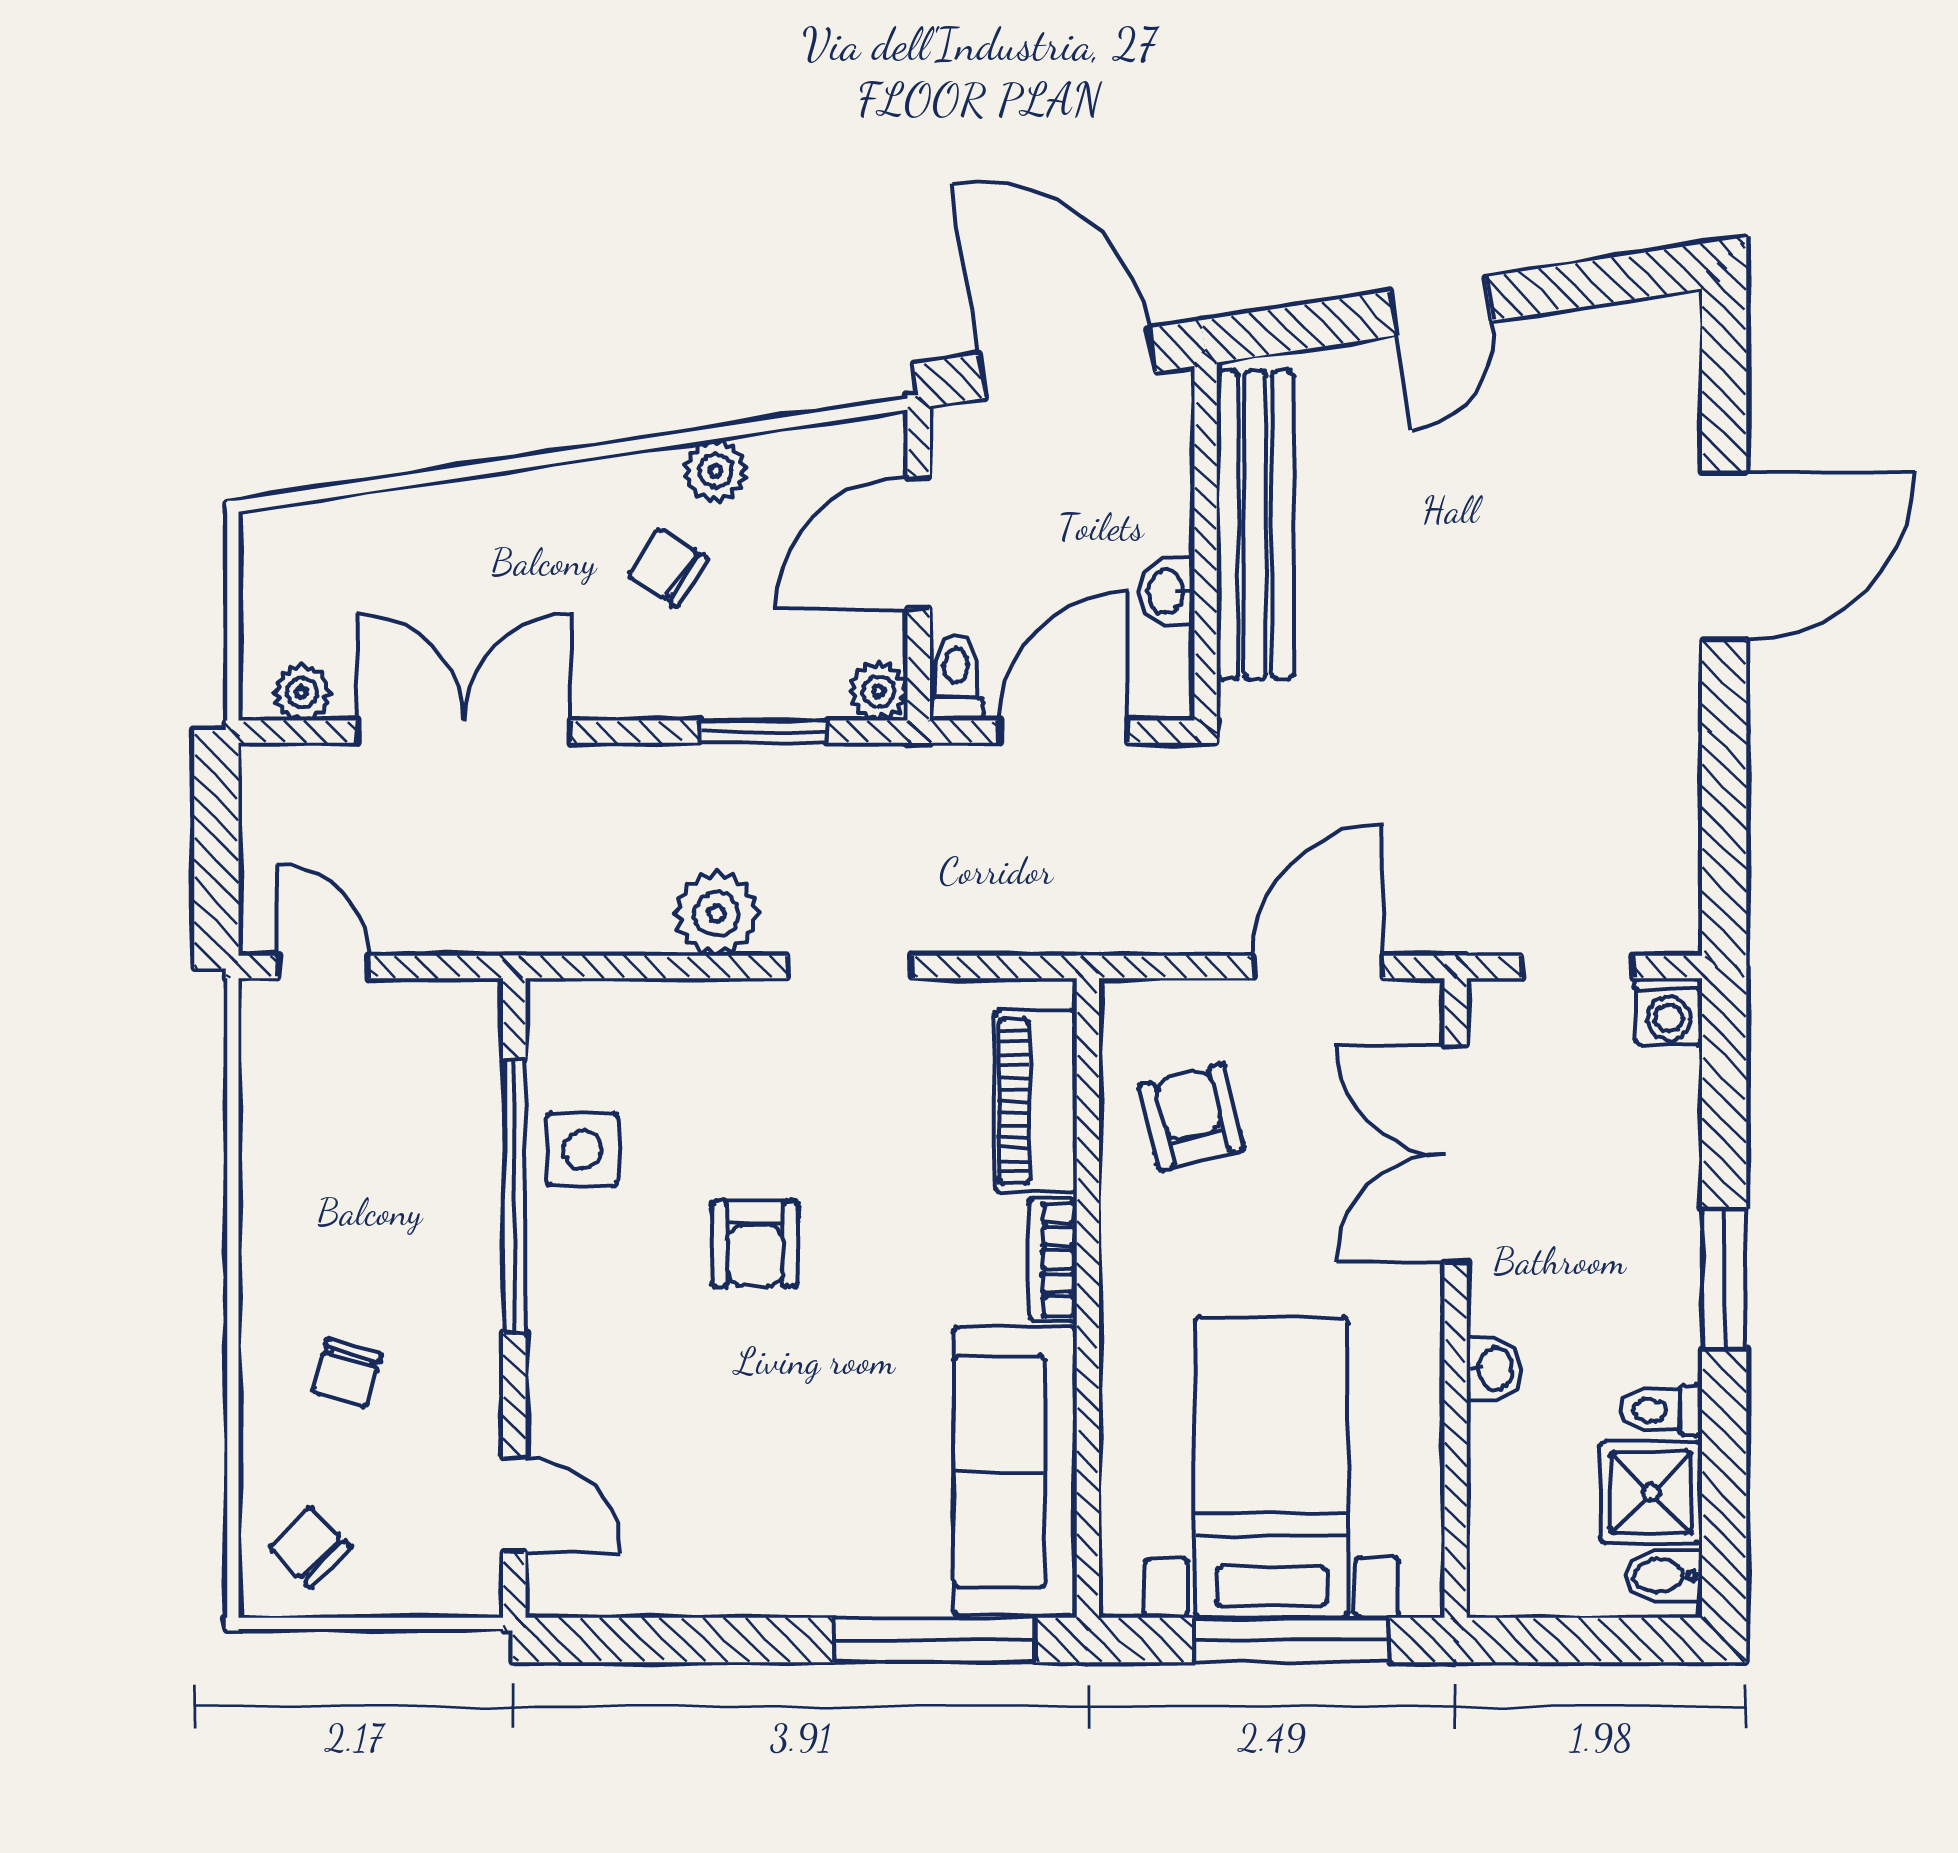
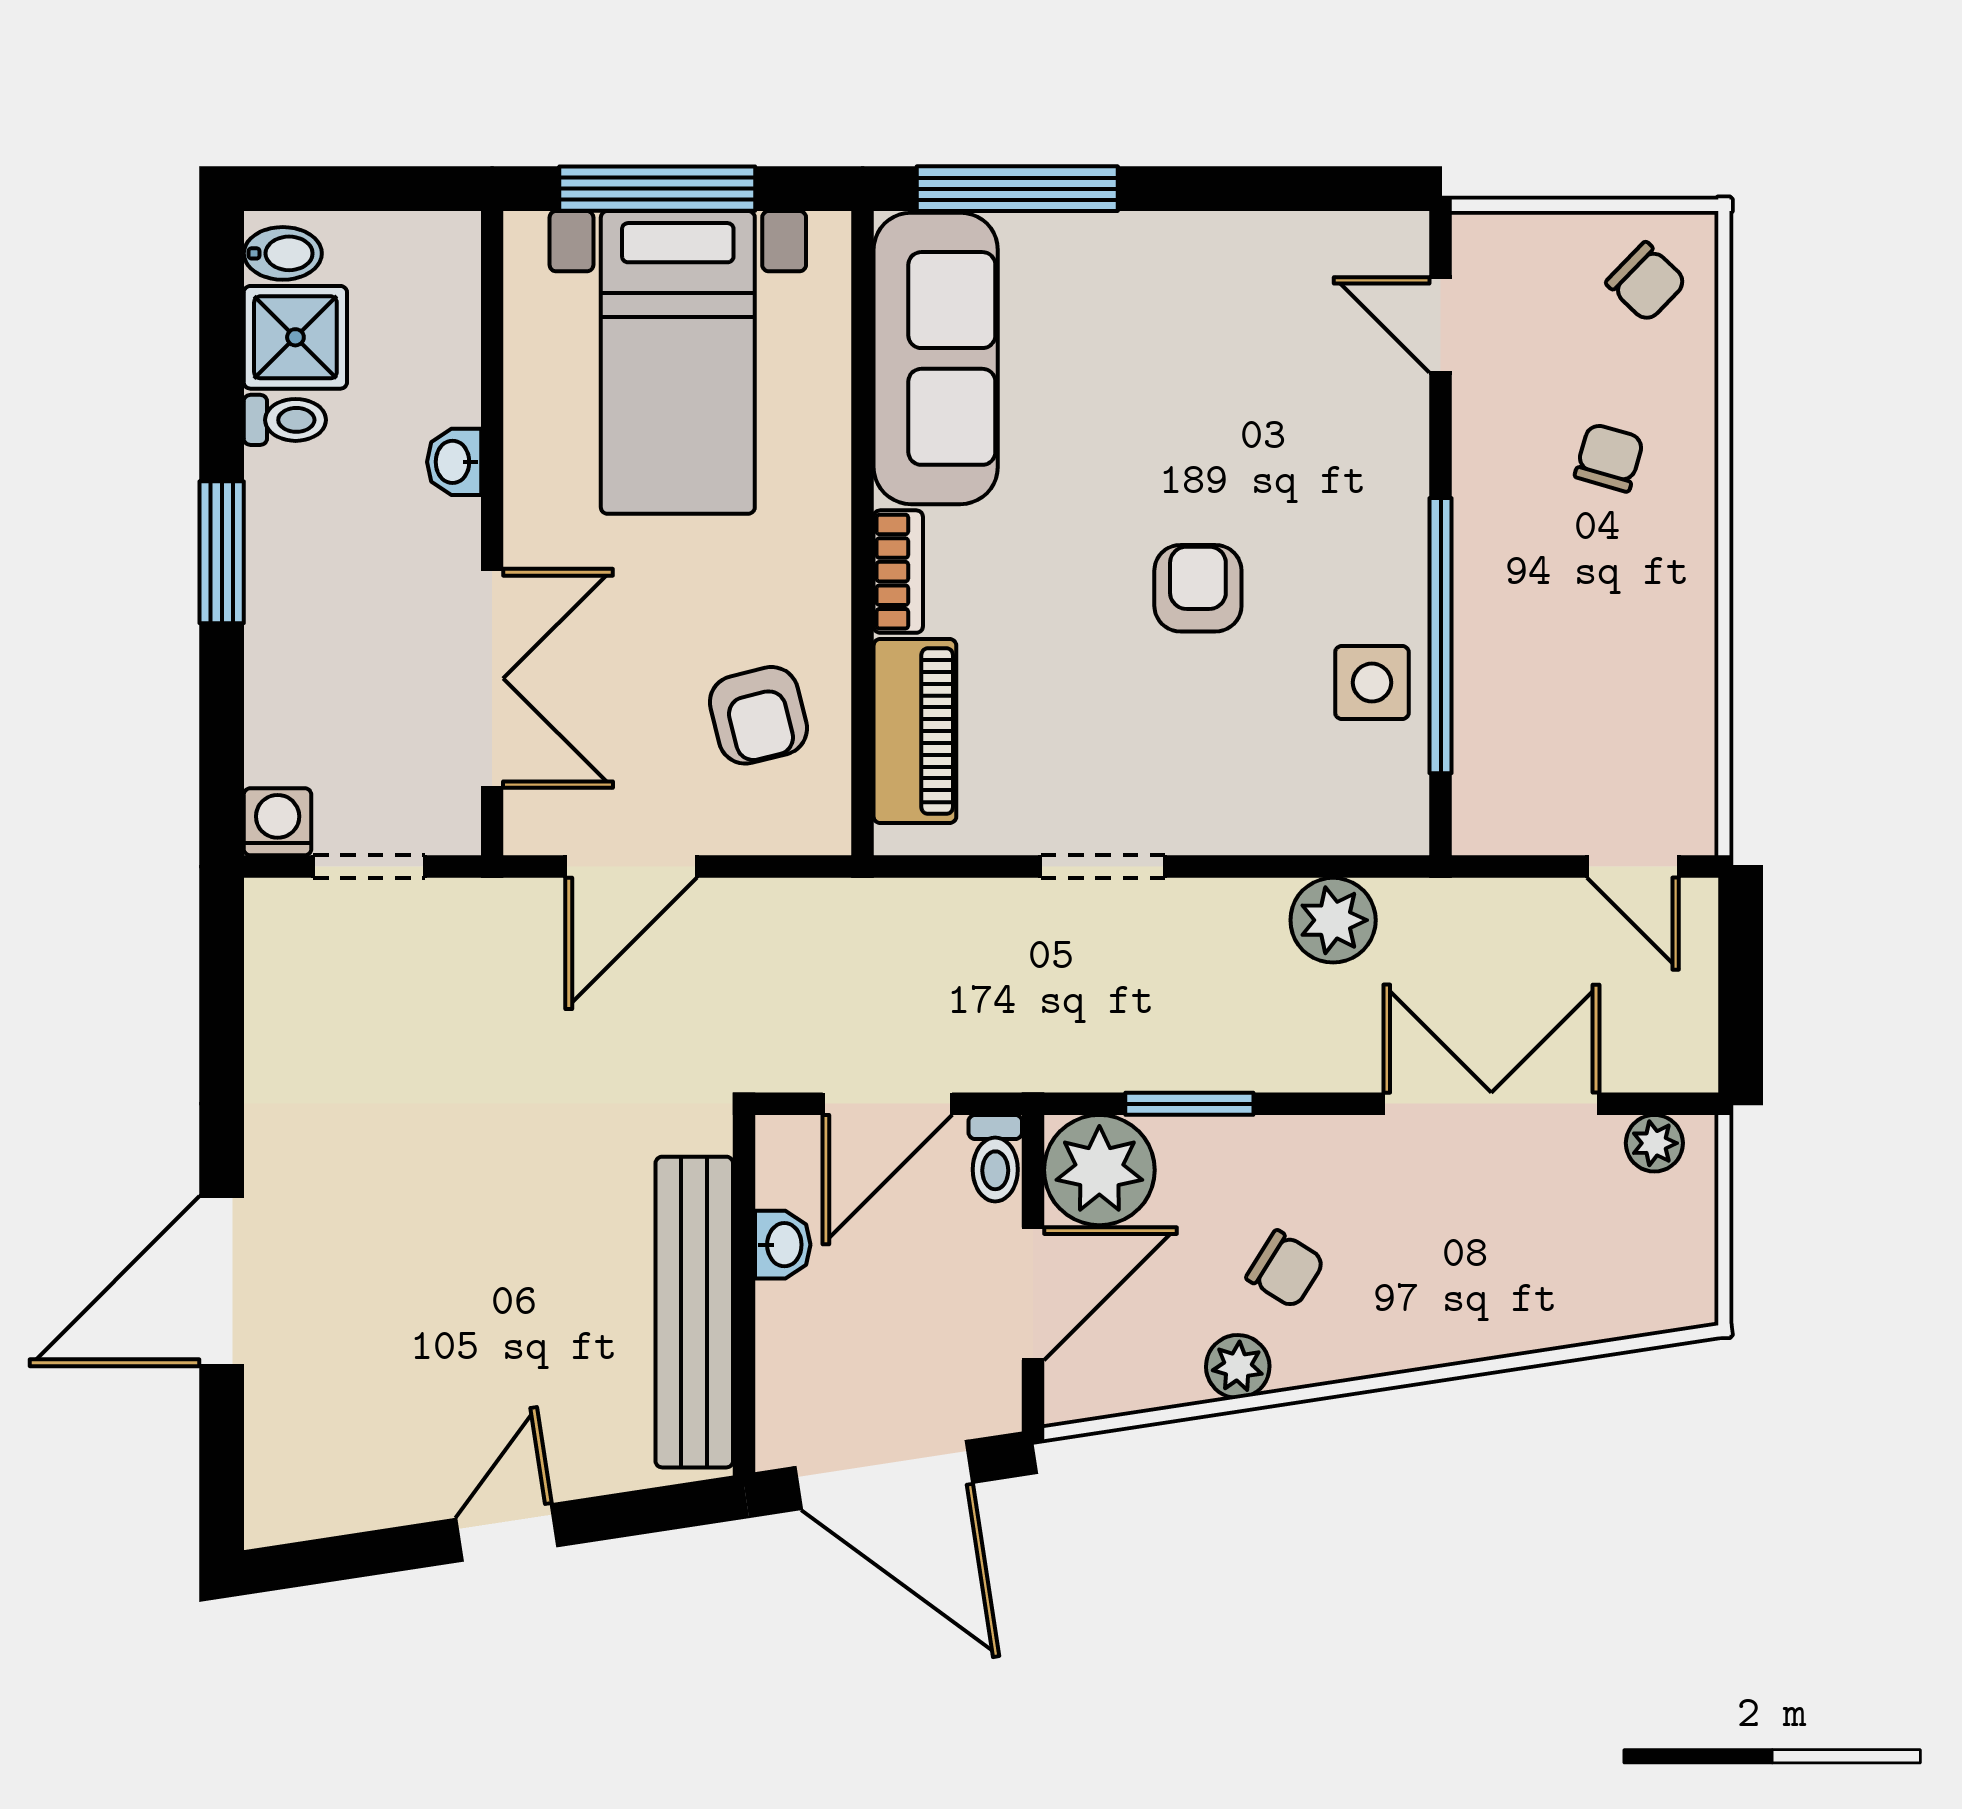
plant: (878, 691) -> (1099, 1170), width x1.87, depth x1.87
double door: (464, 732) -> (1491, 1104), swing flipped
plant: (716, 914) -> (1333, 920), moved

